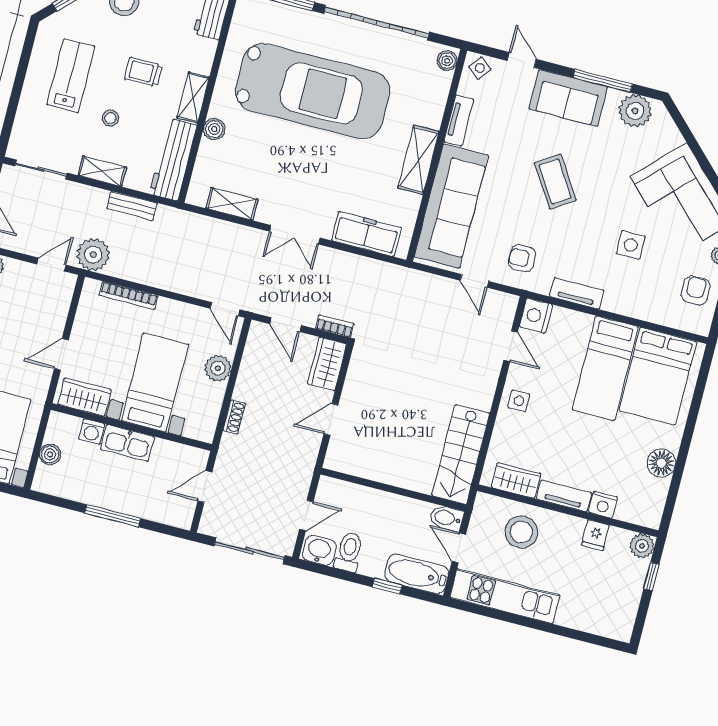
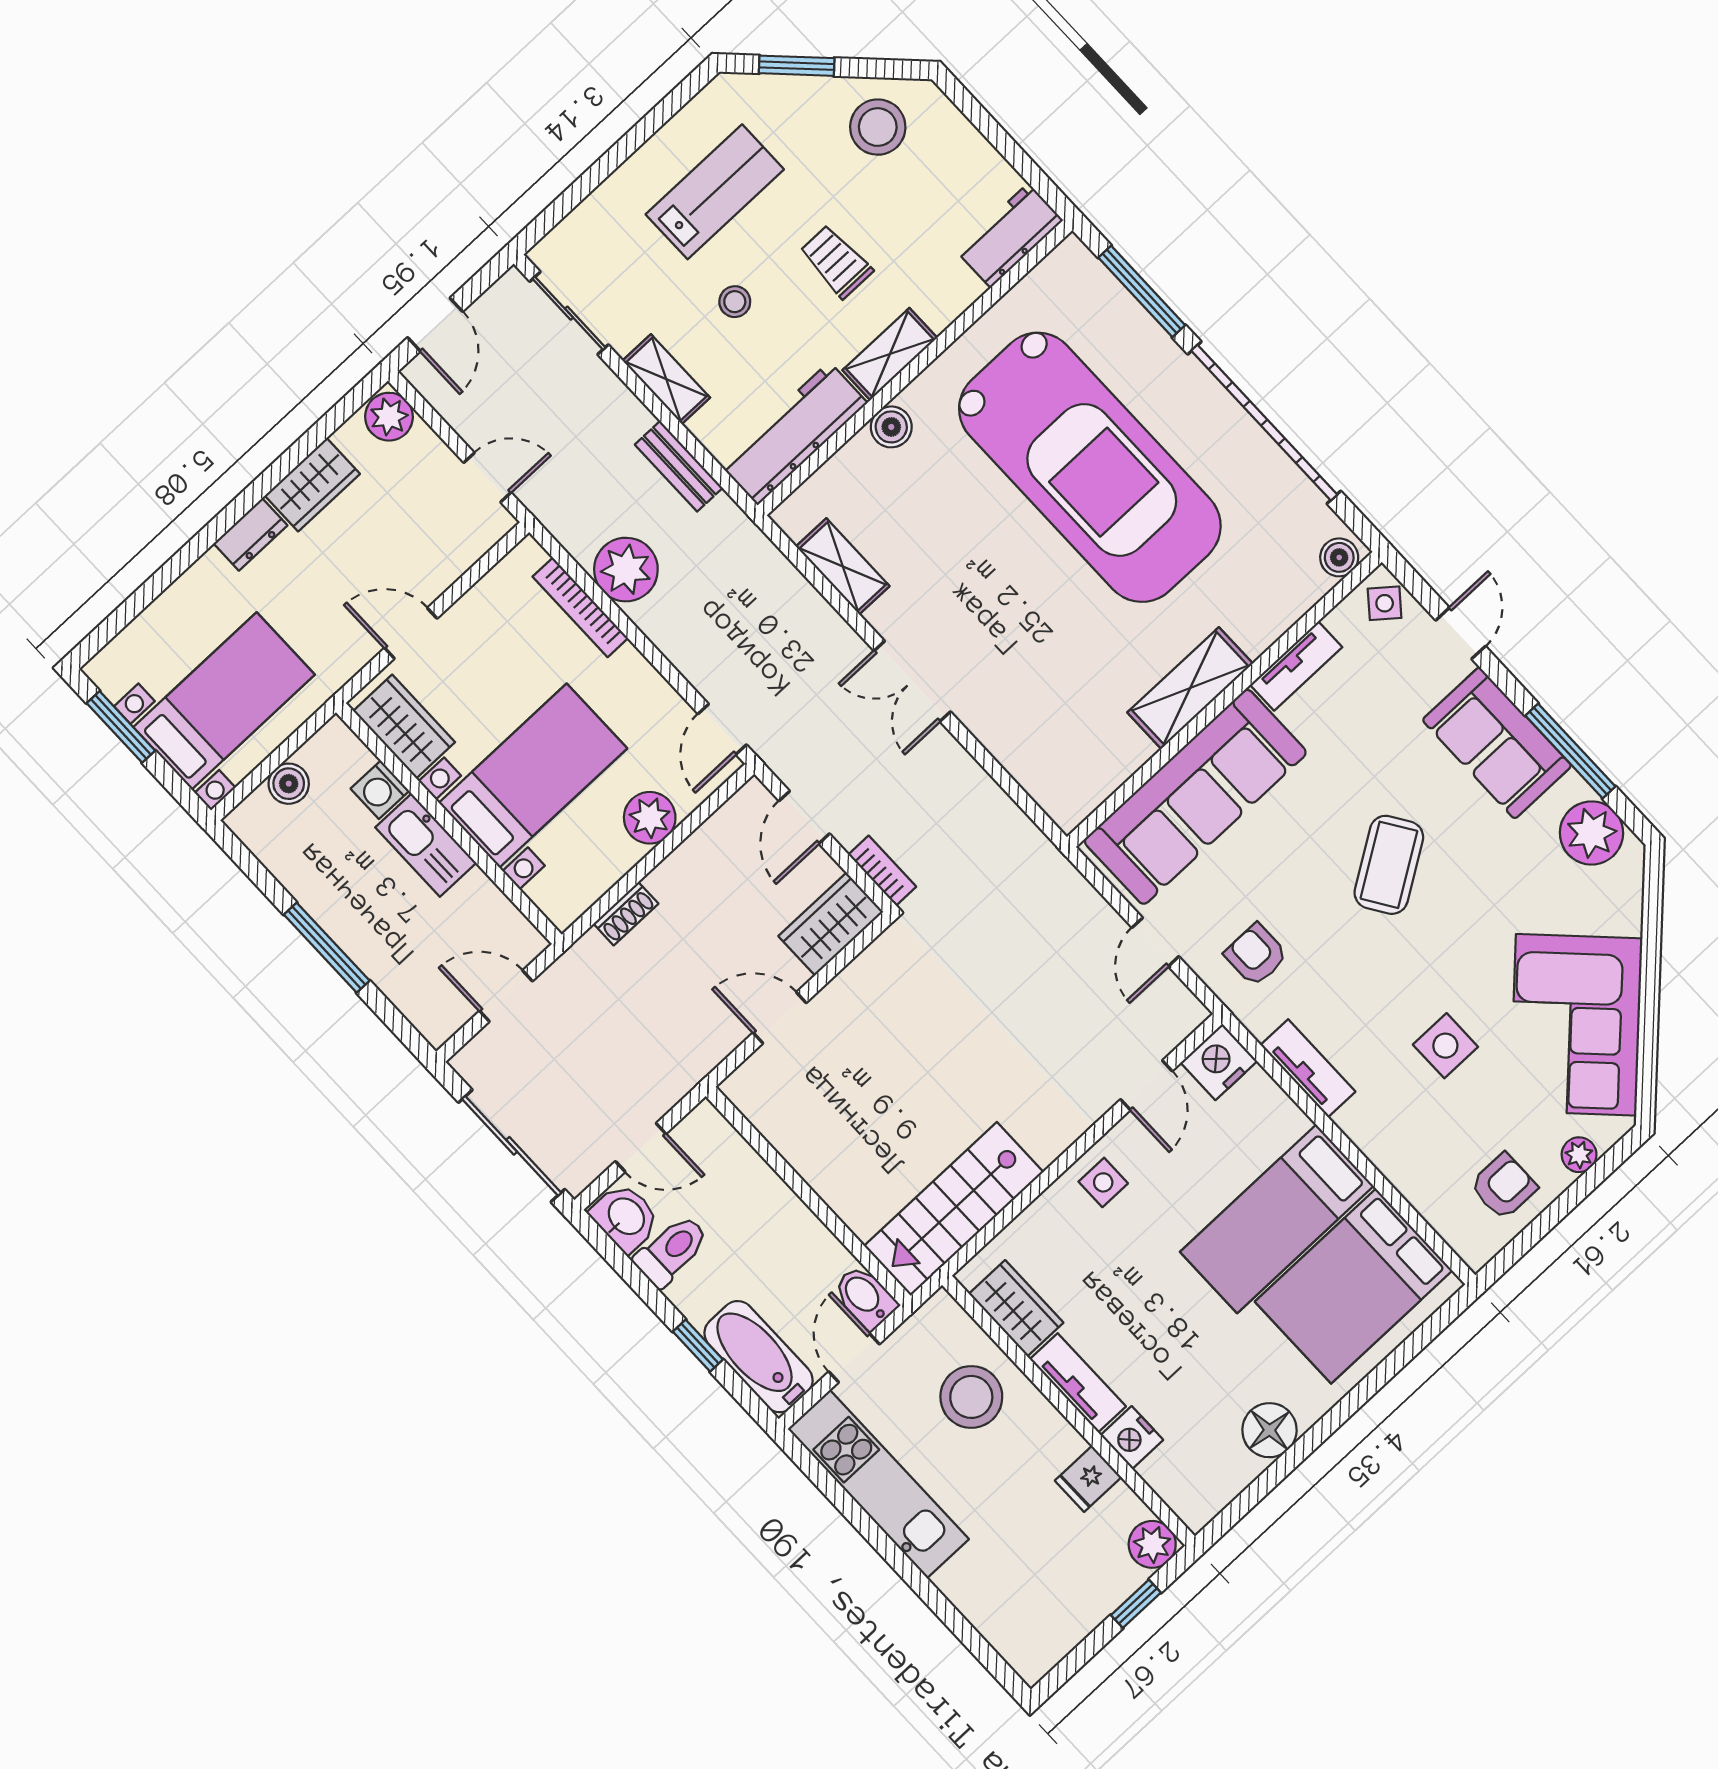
freezer: (366, 234) -> (1029, 755), removed
plant: (93, 255) -> (626, 570), moved

